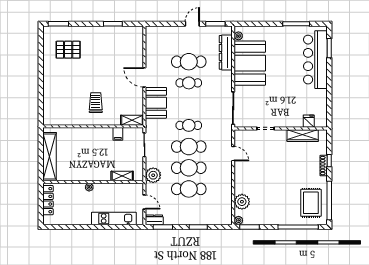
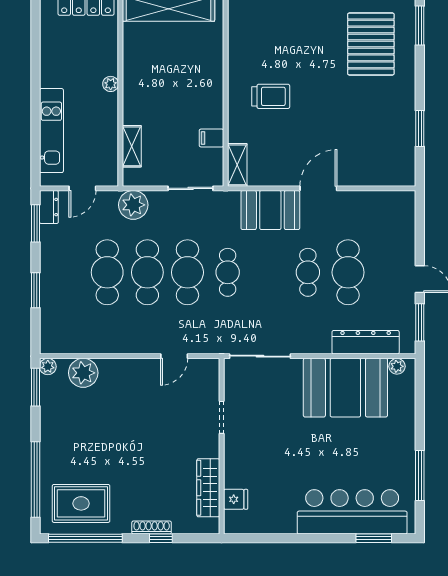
pallet: (68, 50) -> (371, 44), width x1.37, depth x1.41

